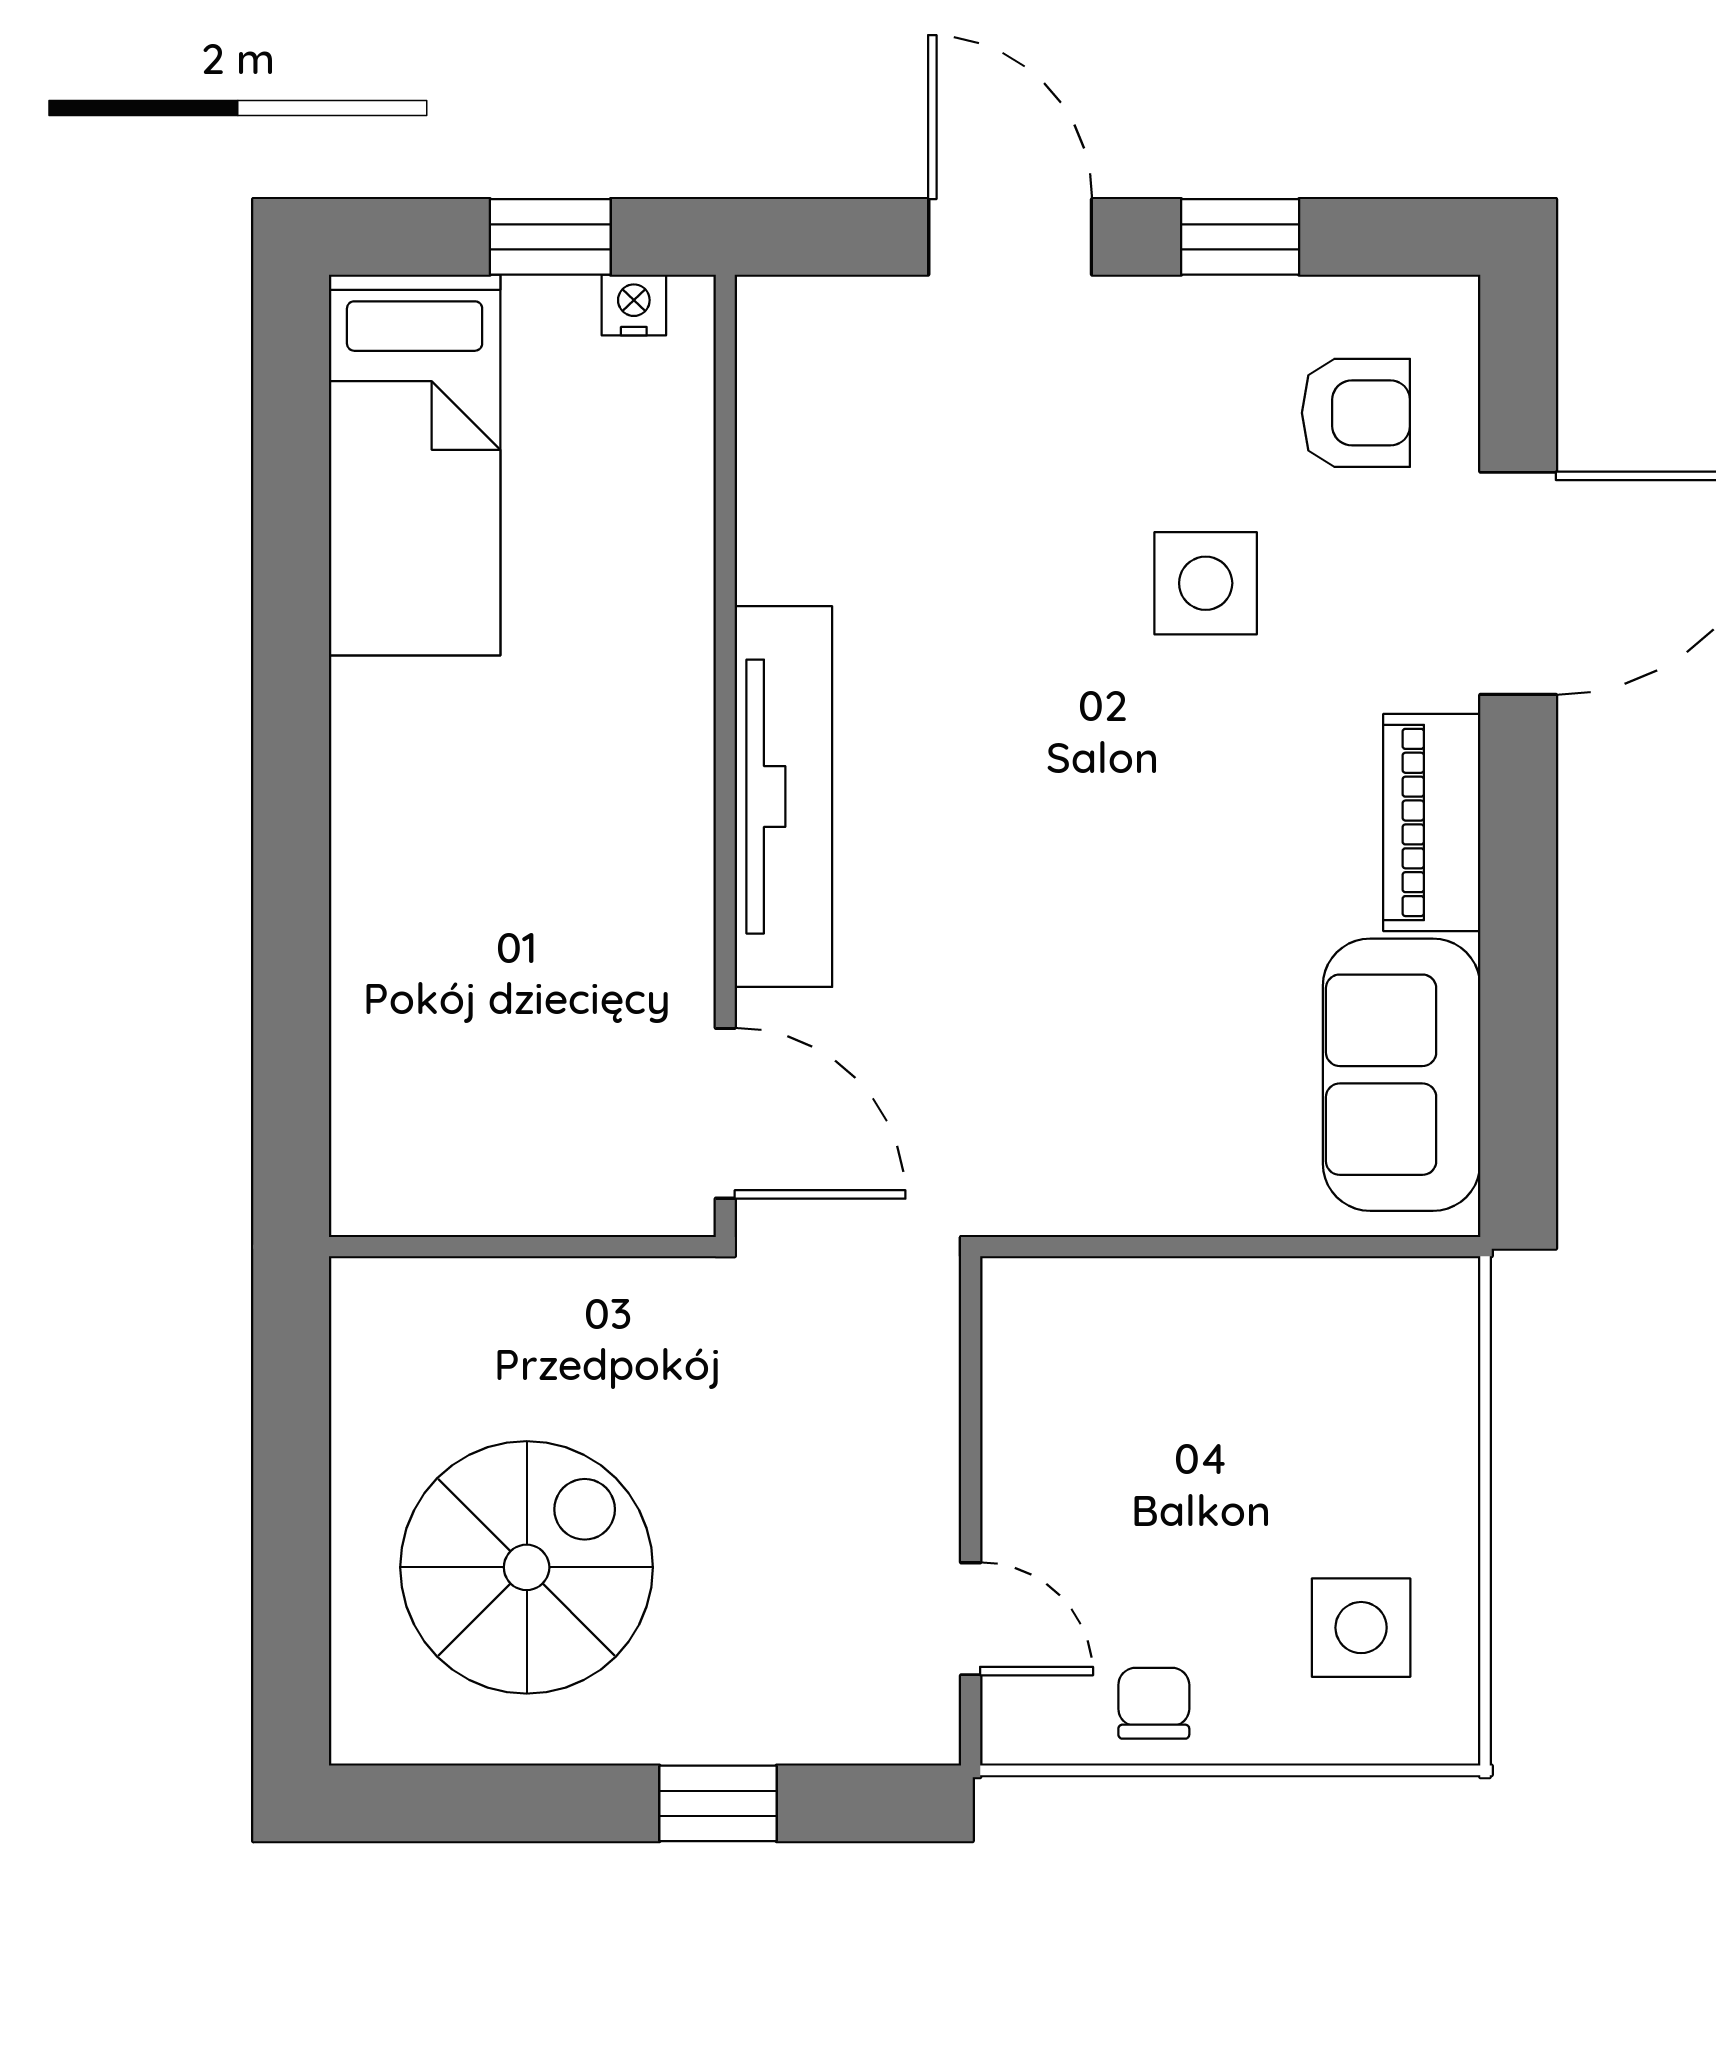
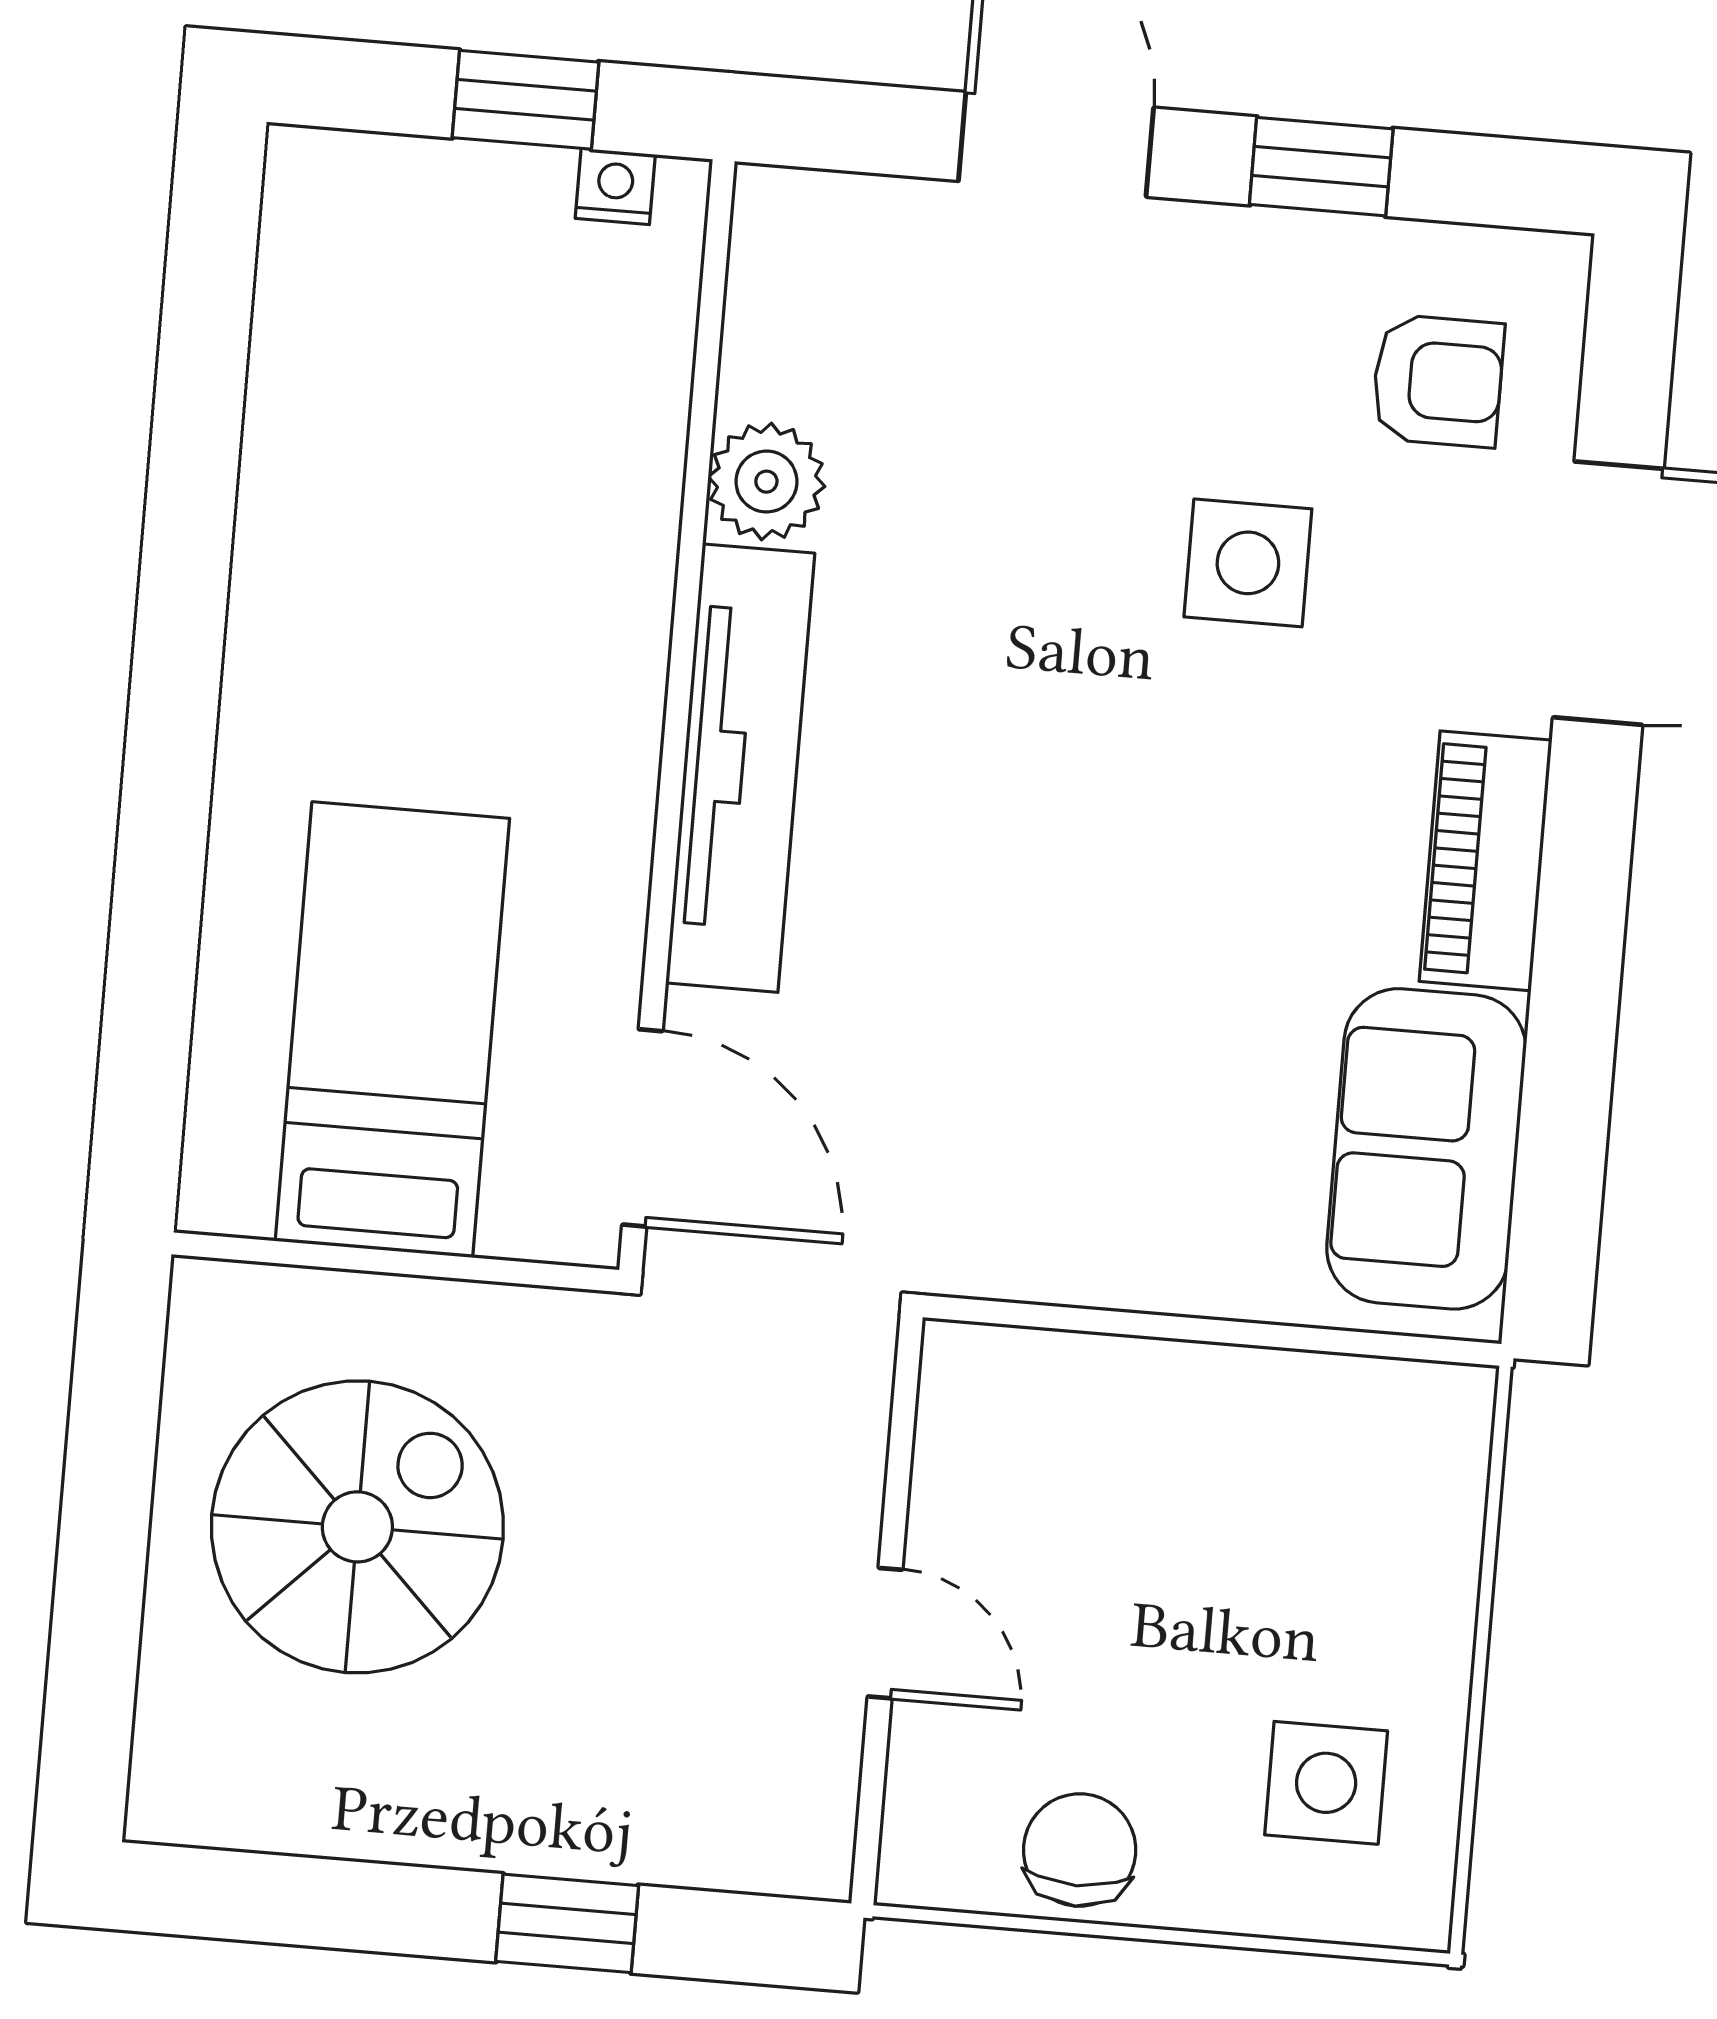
bed: (415, 465) -> (392, 1030), moved, turned 180
plant: (785, 548) -> (766, 482), added
spiral stairs: (527, 1567) -> (357, 1527), moved
door: (971, 1619) -> (885, 1633), moved
chair: (1154, 1703) -> (1080, 1850), width x1.37, depth x1.37

